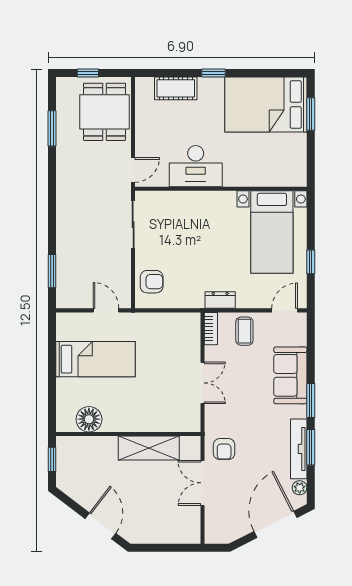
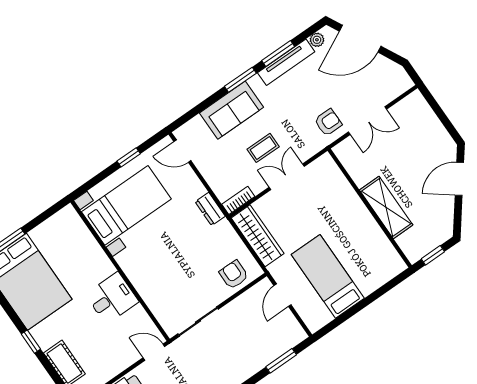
desk: (196, 166) -> (112, 298), width x0.73
wardrobe: (170, 324) -> (258, 236), added
coffee table: (244, 331) -> (263, 148), moved
floor lamp: (89, 419) -> (380, 248), removed
shelving: (149, 448) -> (386, 208), moved

